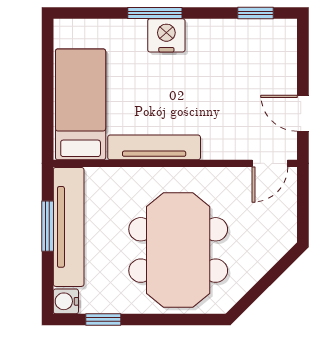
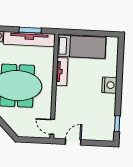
window: (155, 13) -> (119, 81), removed
tv unit: (154, 147) -> (62, 72), width x0.71

